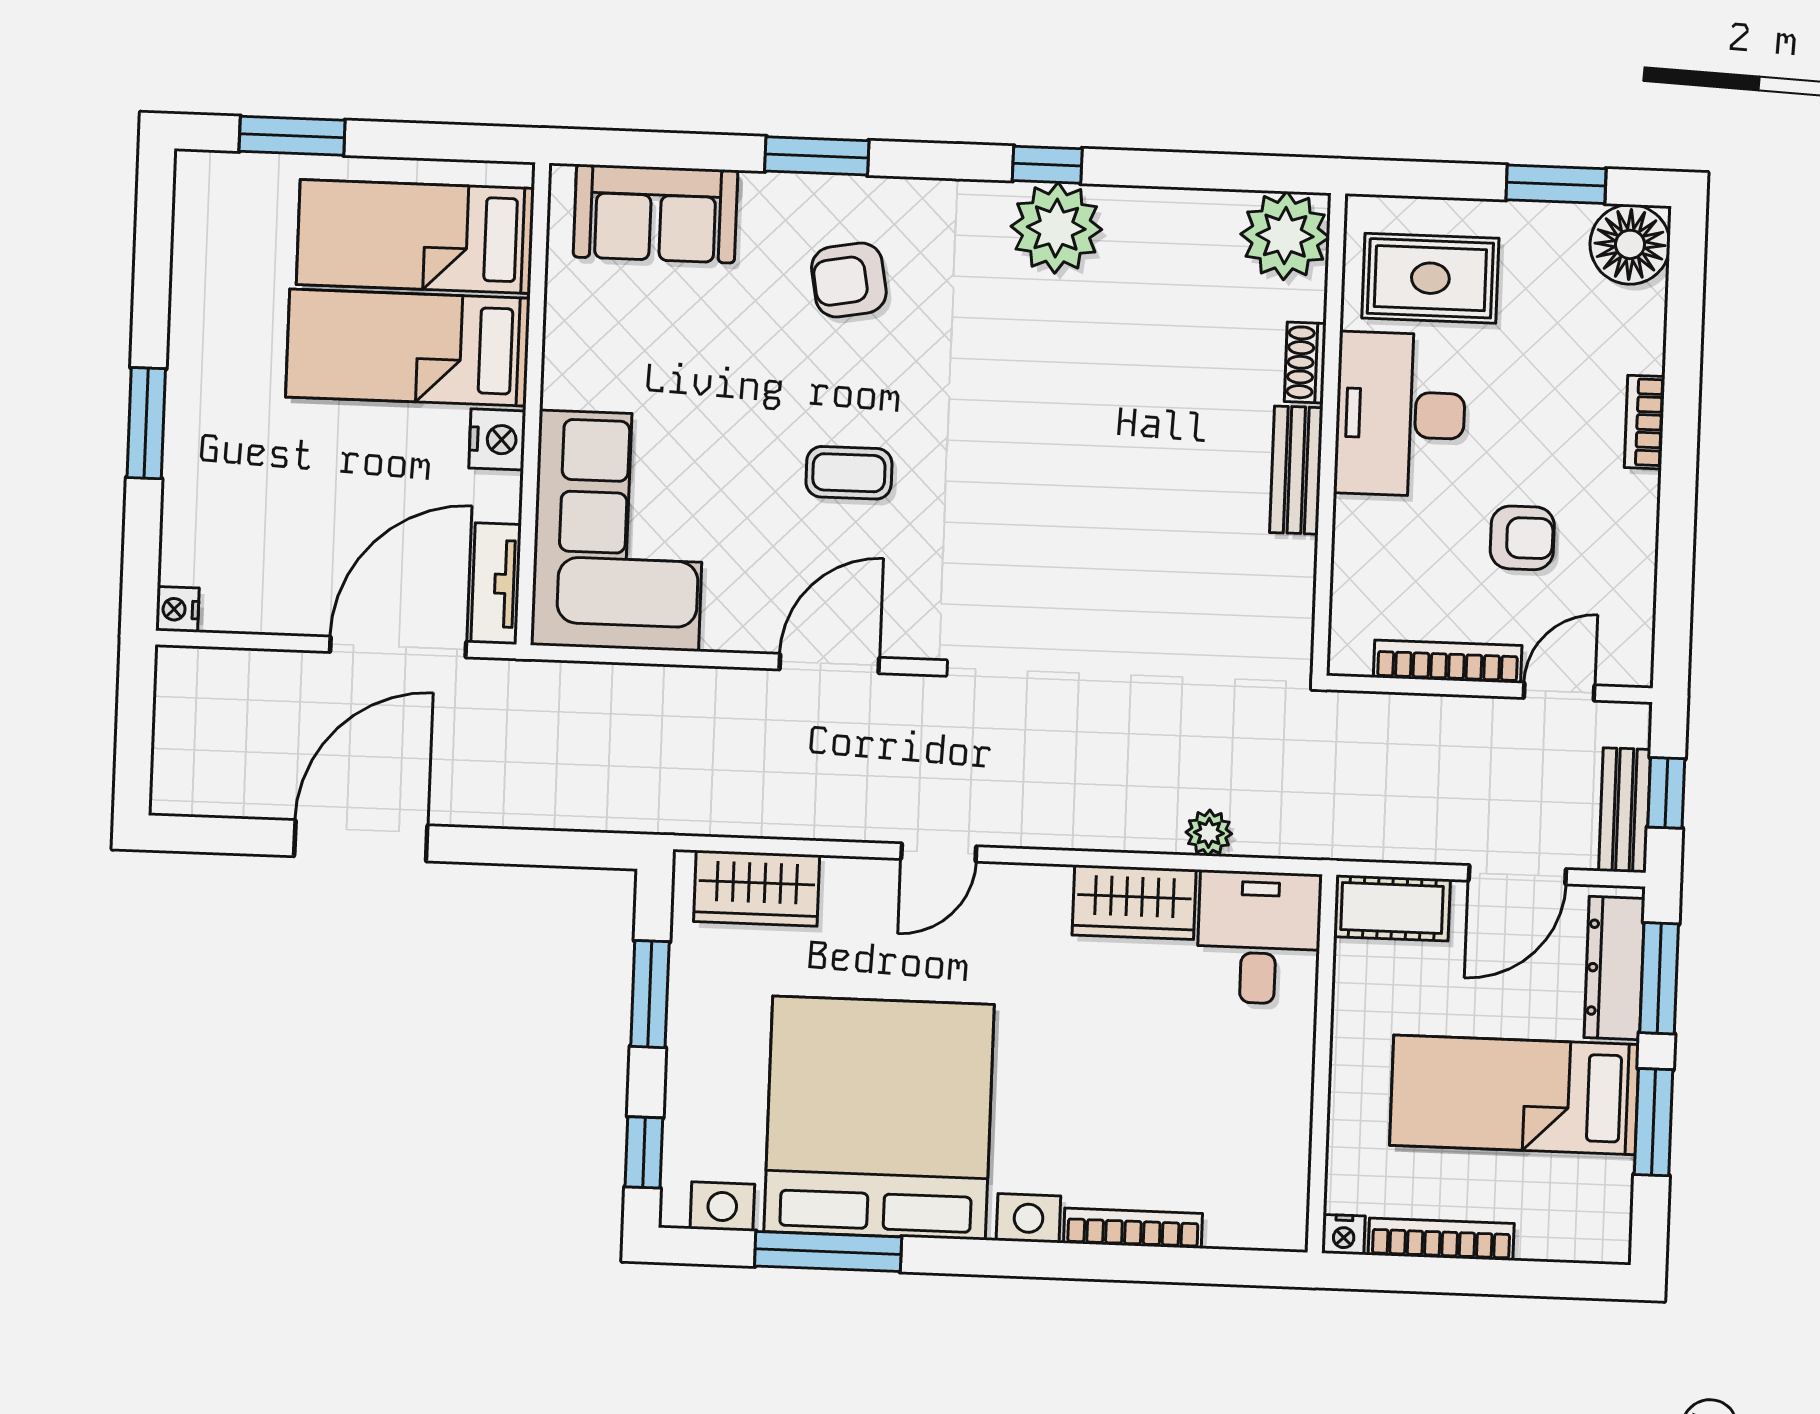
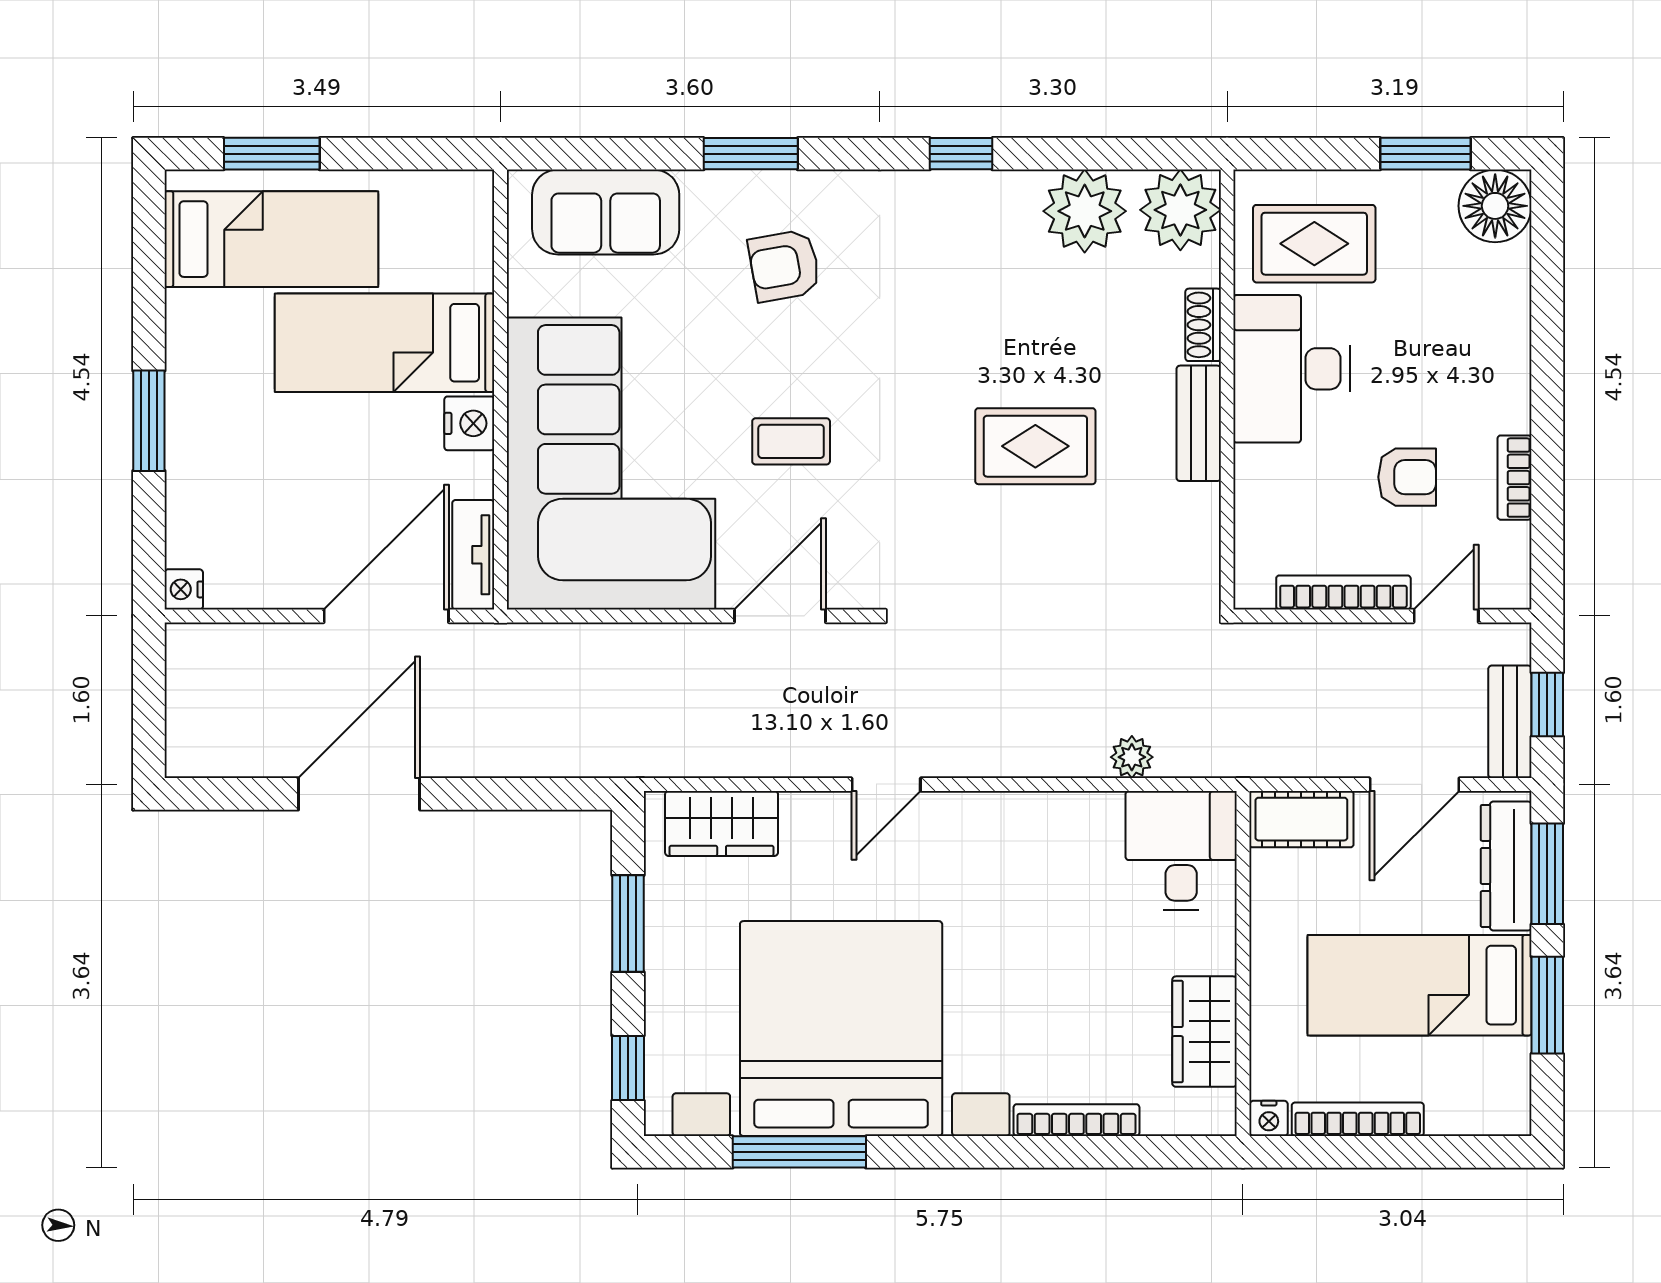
plant: (1056, 228) -> (1085, 211), moved
bed: (415, 236) -> (271, 239), moved, turned 180
bookcase: (1645, 422) -> (1515, 478), moved
rug: (1116, 488) -> (1035, 446), added
corner sofa: (619, 531) -> (611, 463), width x1.36, depth x1.36
wardrobe: (1134, 902) -> (1205, 1032), moved, turned 90

